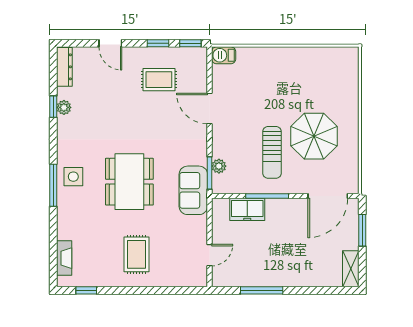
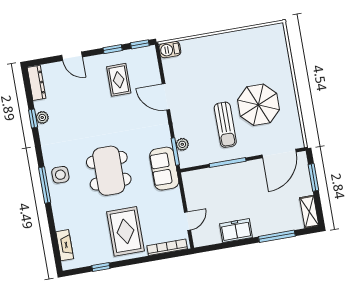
rug: (159, 80) -> (119, 80), turned 90
freezer: (247, 209) -> (236, 231), moved, turned 180
rug: (136, 254) -> (125, 231), width x1.36, depth x1.43
bookcase: (181, 281) -> (167, 247), added
window: (86, 290) -> (101, 267), moved
window: (262, 290) -> (277, 236), moved

